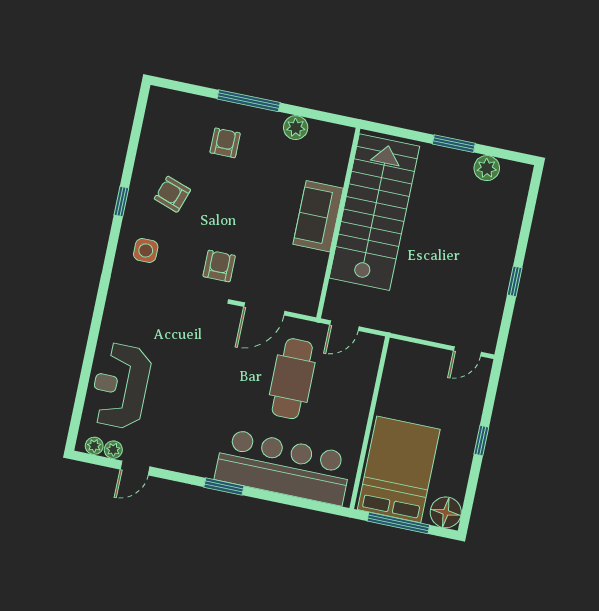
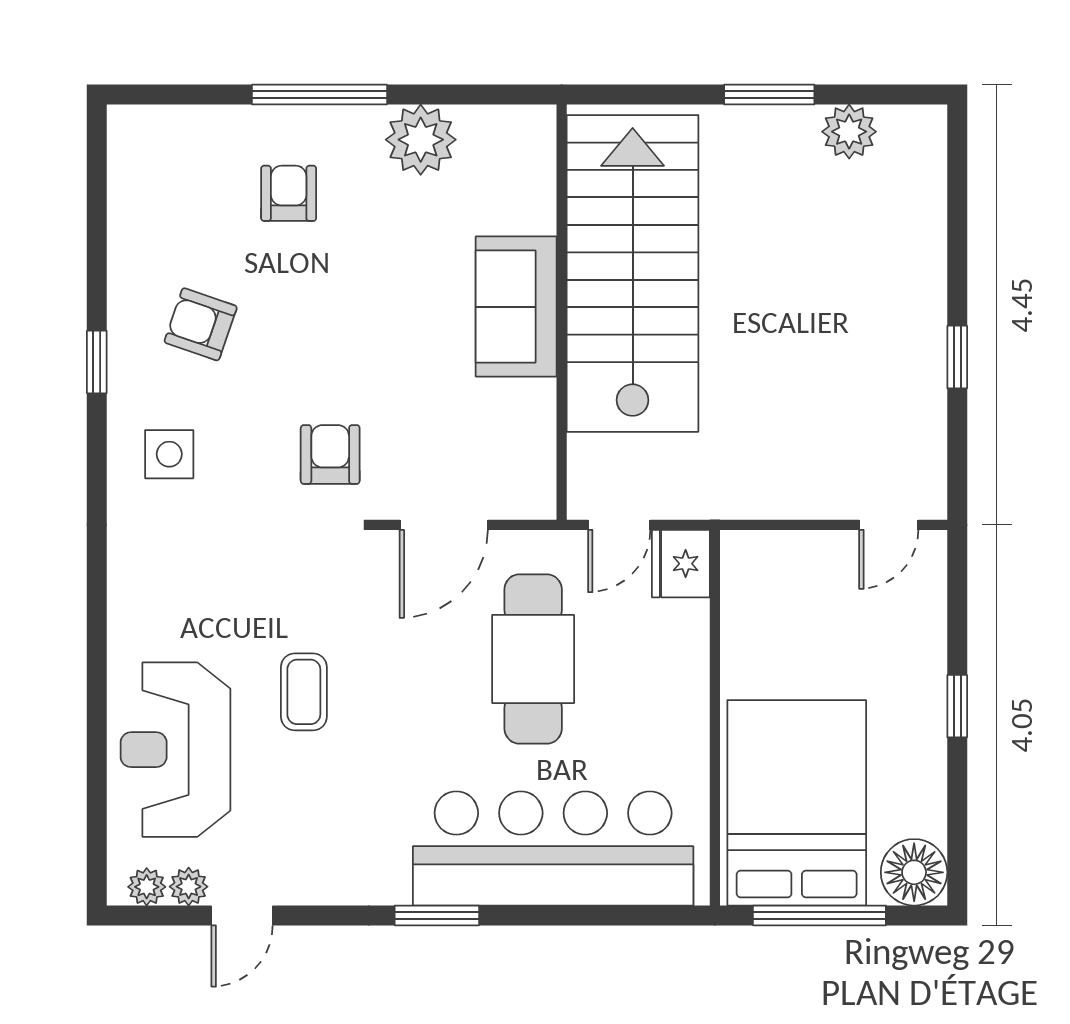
plant: (296, 128) -> (421, 140), width x1.36, depth x1.36
fridge: (369, 349) -> (681, 564), added
coffee table: (184, 372) -> (304, 692), added

